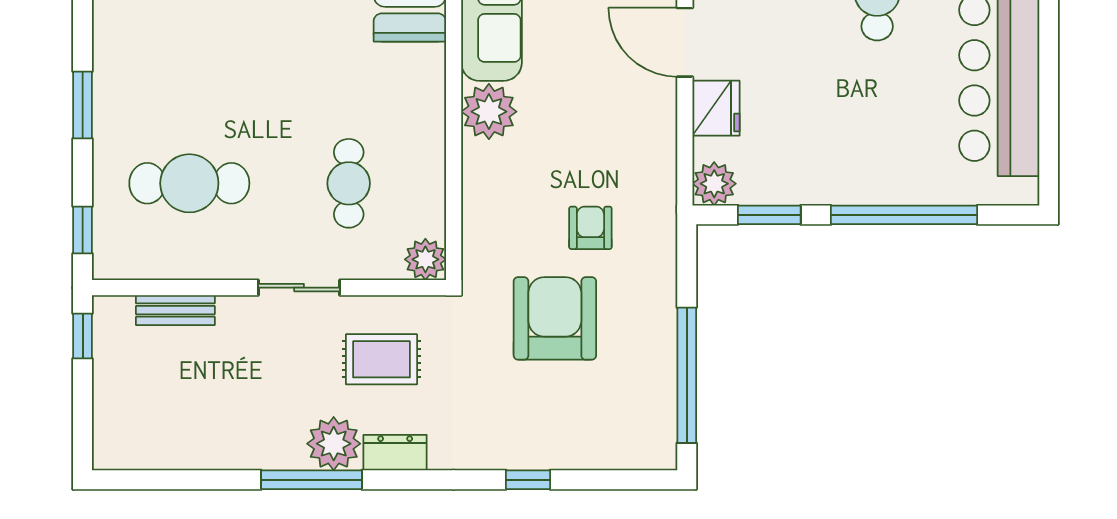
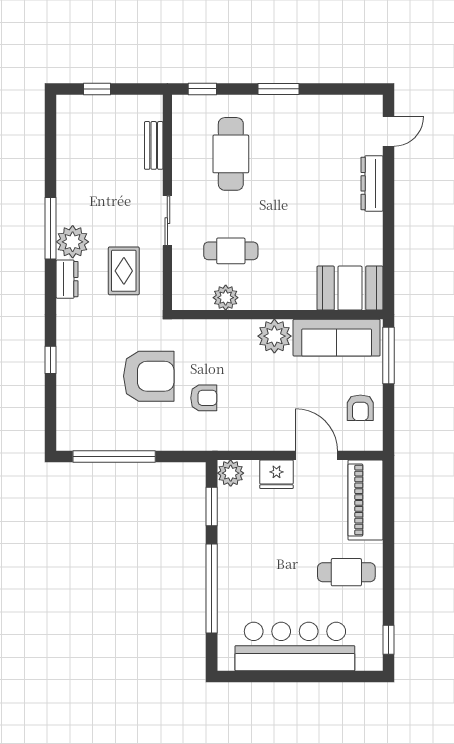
door: (685, 42) -> (317, 455), hinge flipped
plant: (425, 259) -> (226, 298), moved
window: (83, 336) -> (97, 89), moved

